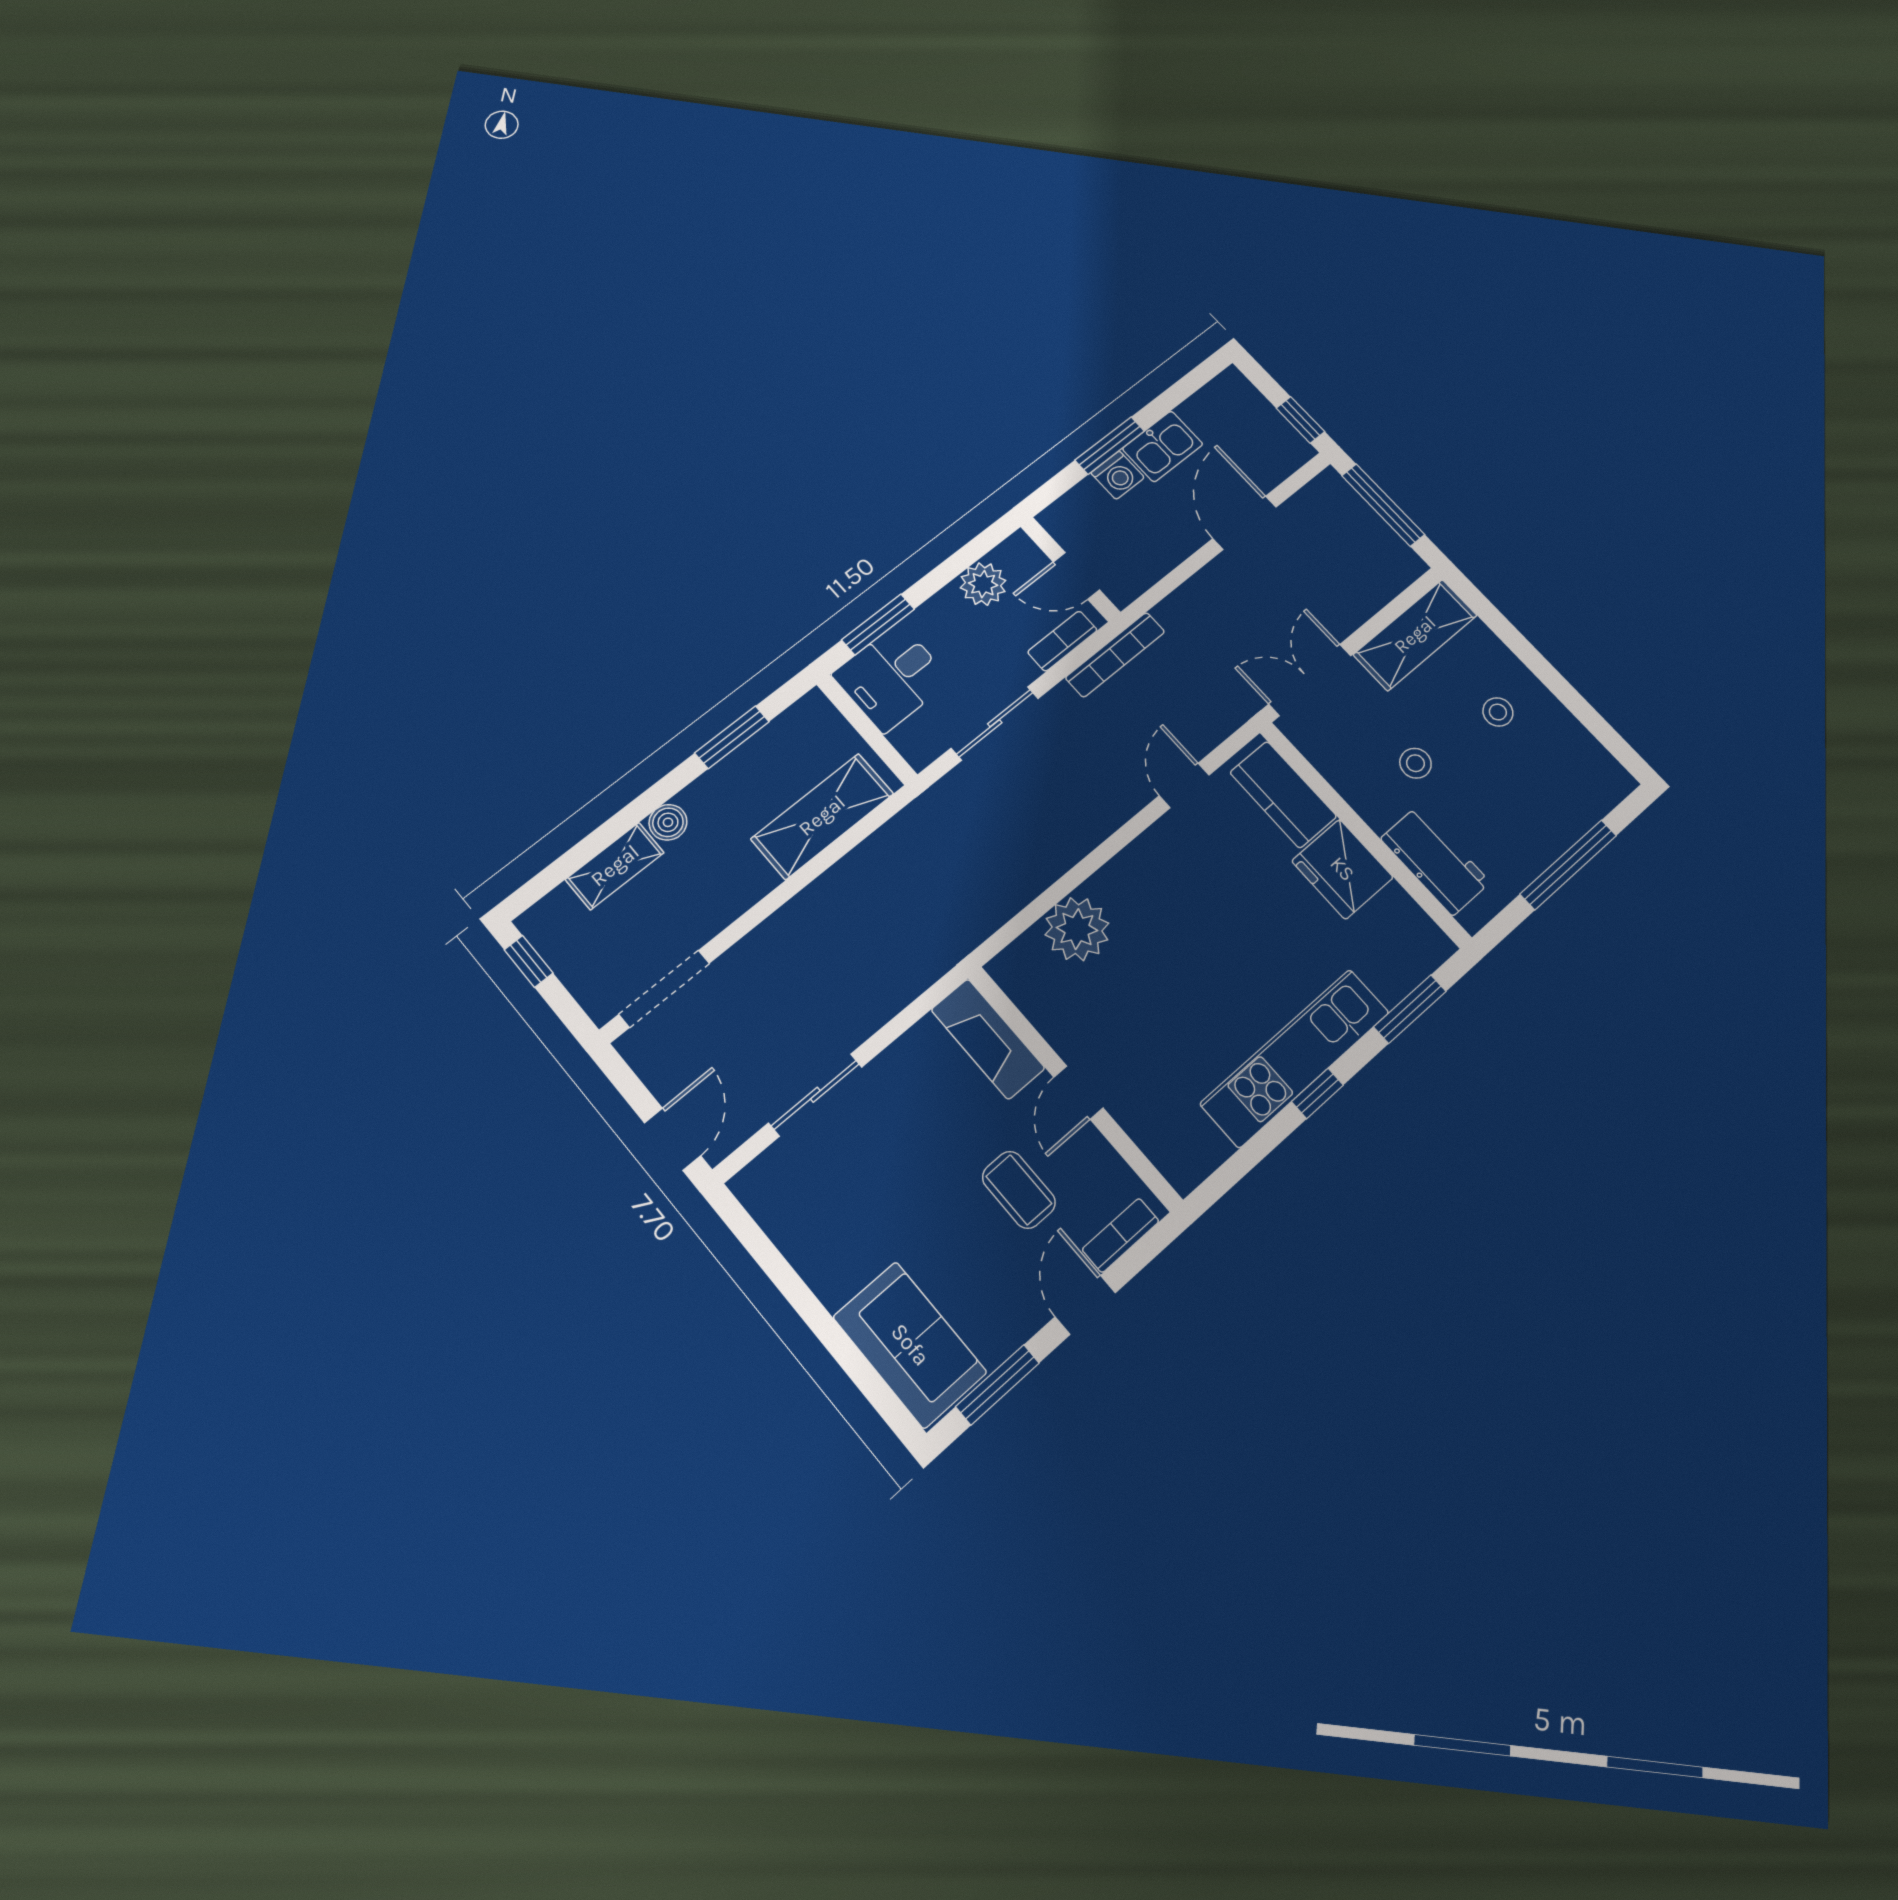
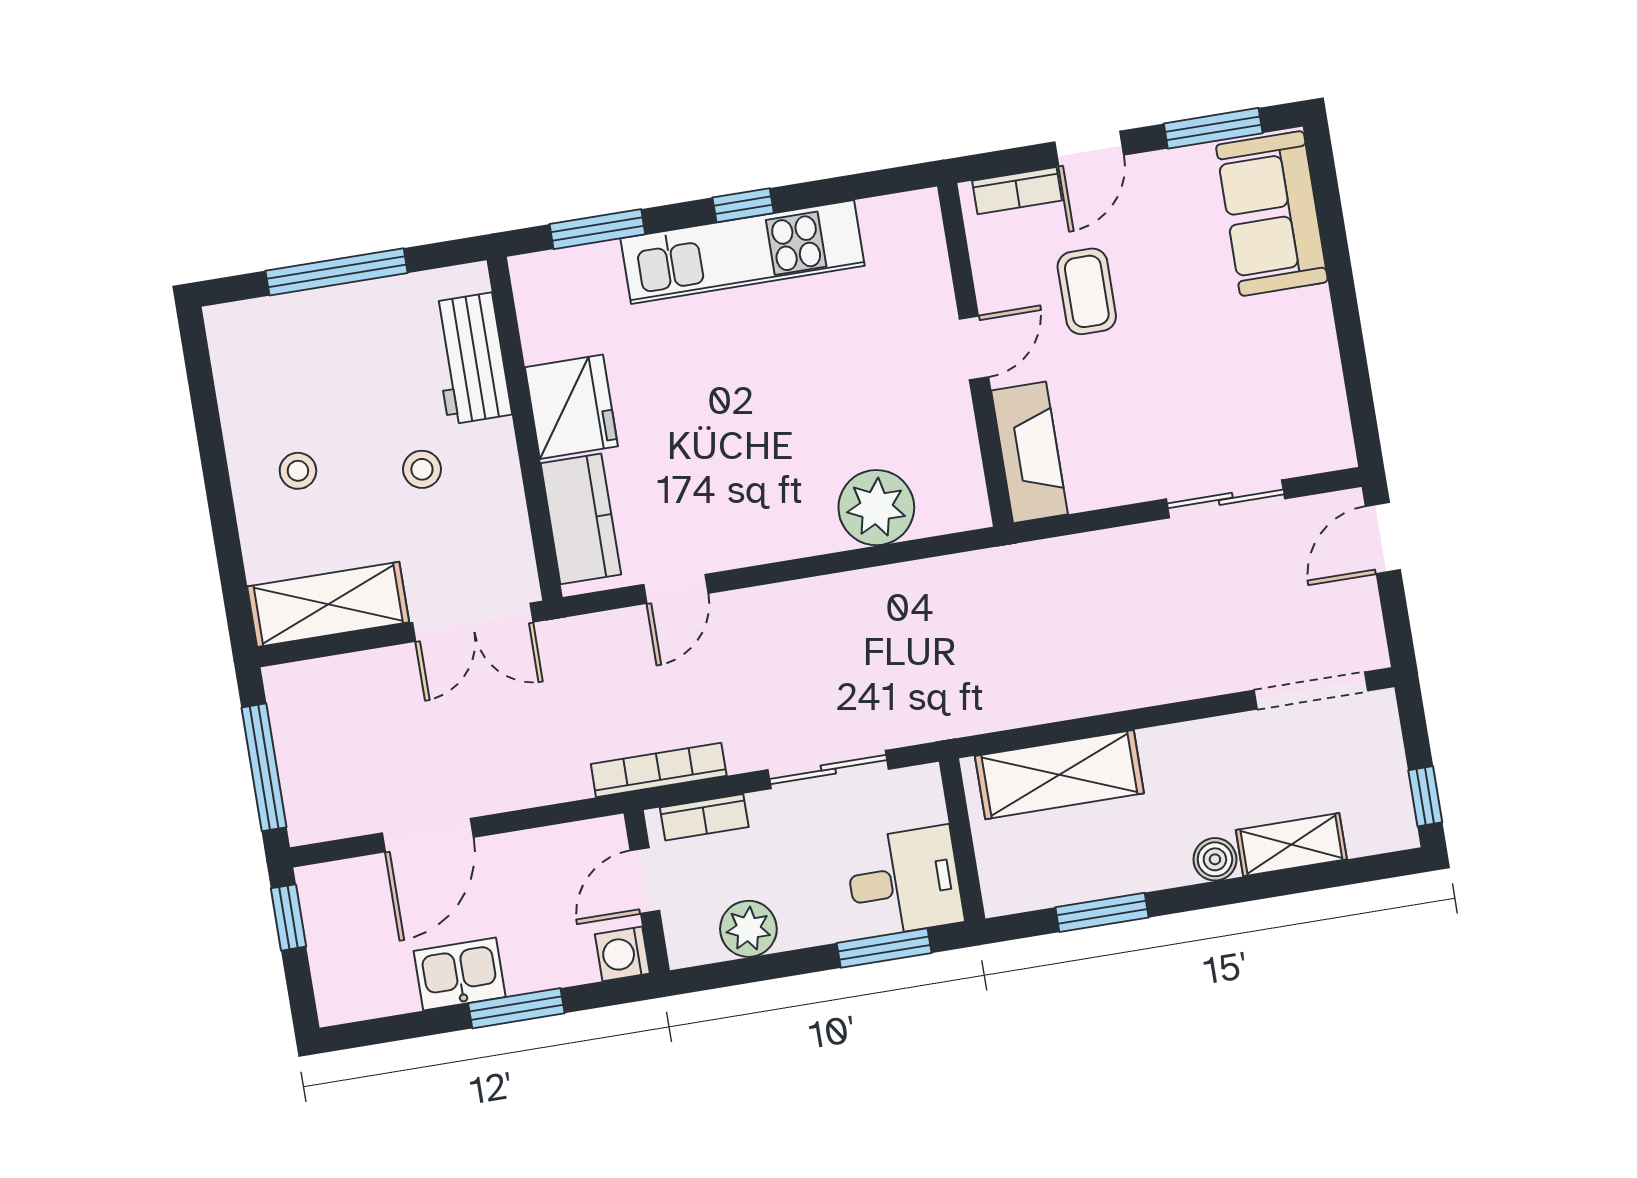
washing machine: (1118, 475) -> (622, 954), moved, turned -90
door: (1076, 576) -> (645, 881), swing flipped

